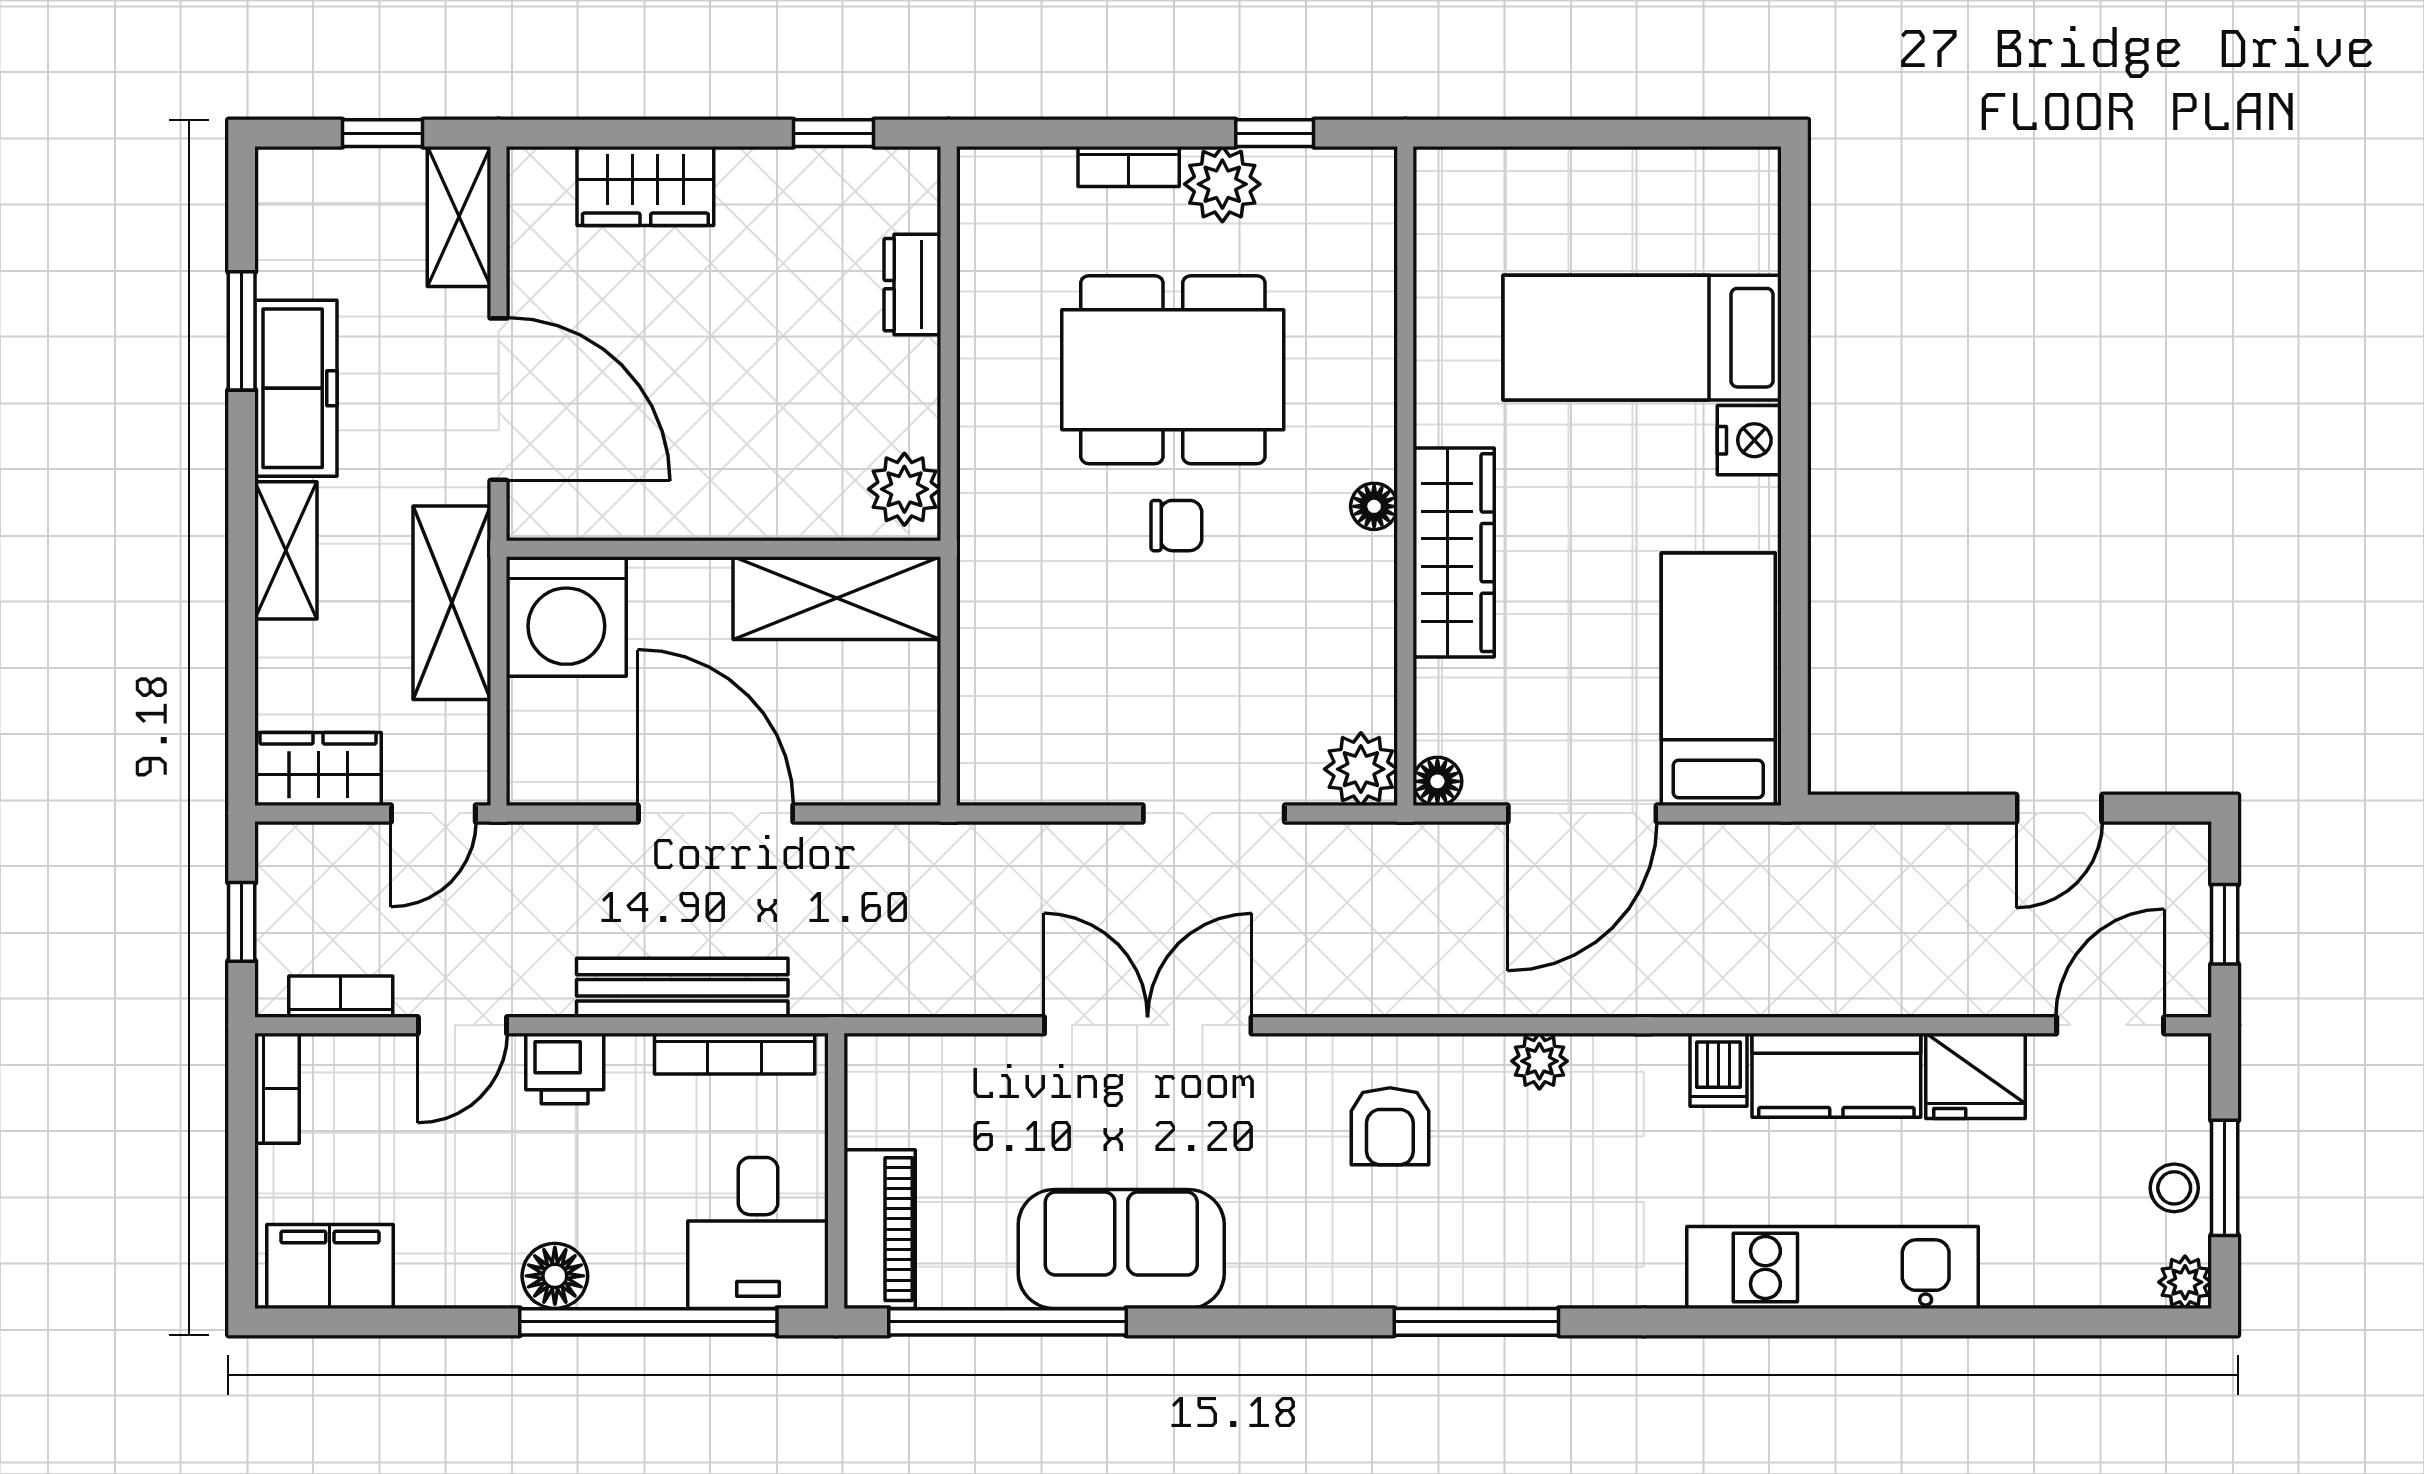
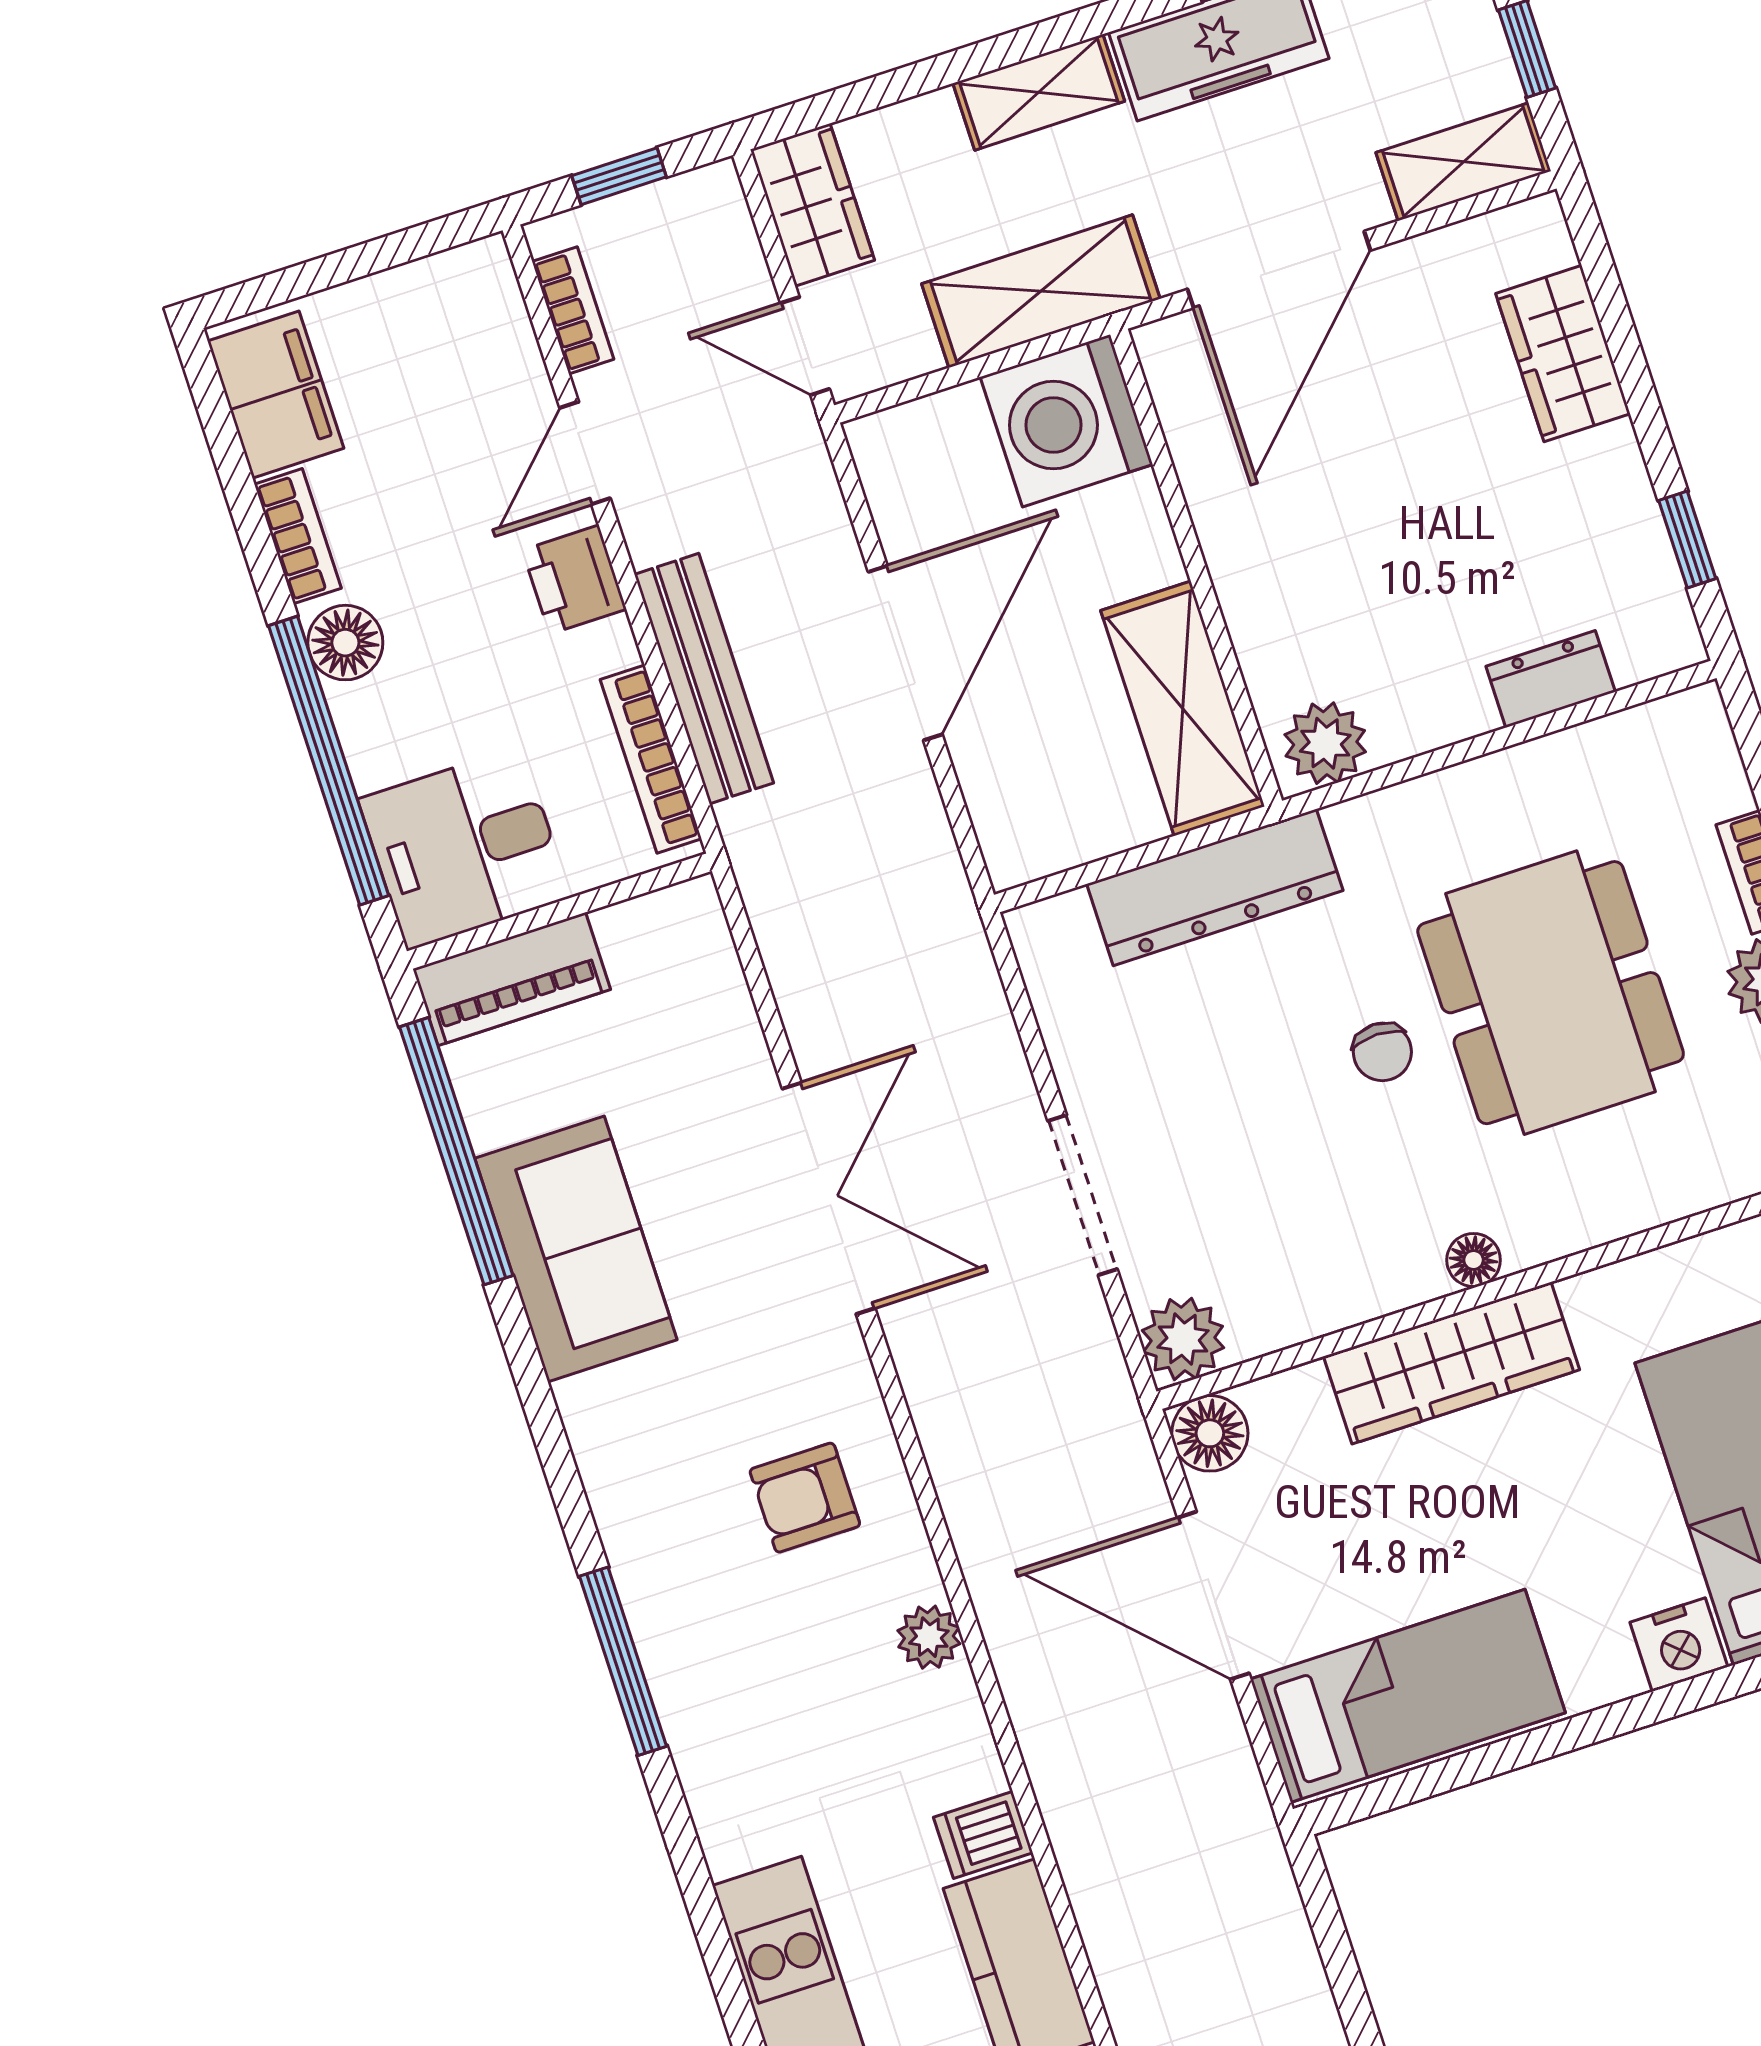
dresser: (994, 620) -> (1215, 887), added
floor lamp: (1437, 781) -> (1210, 1433), width x1.37, depth x1.37
door: (462, 1025) -> (585, 453), hinge flipped
bookcase: (277, 1088) -> (298, 536), moved, turned -90

